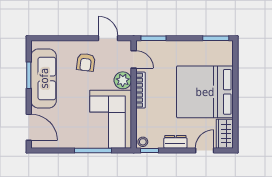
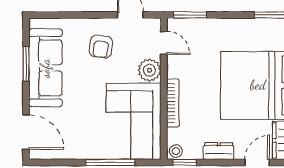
bookcase: (140, 90) -> (173, 103), moved

